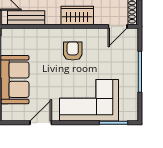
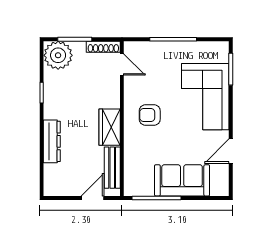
wardrobe: (77, 15) -> (110, 127), moved
door: (41, 123) -> (231, 151), hinge flipped

